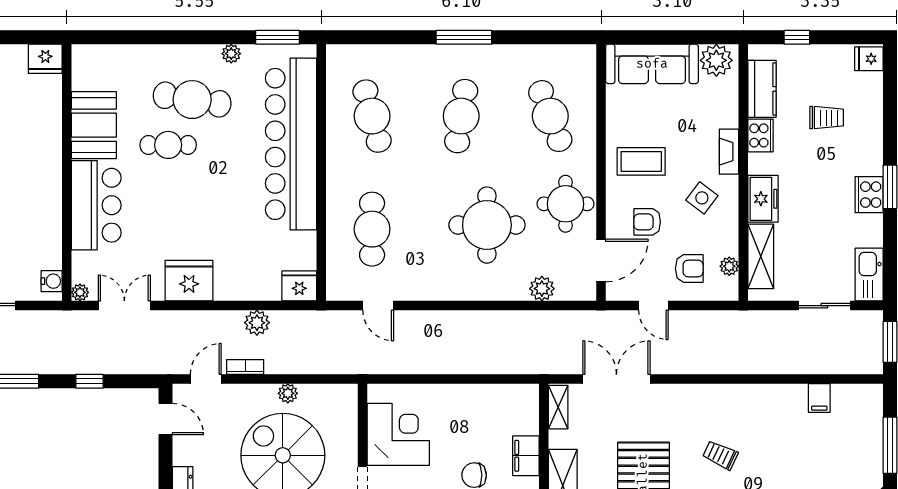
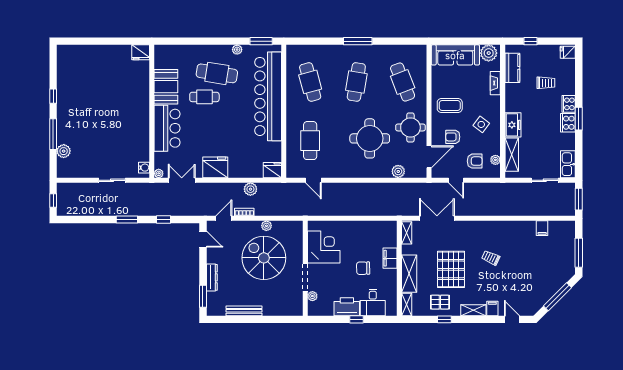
cooker: (760, 135) -> (569, 104), moved, turned 180
fireplace: (729, 152) -> (495, 83), moved

